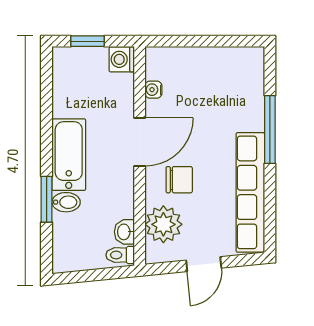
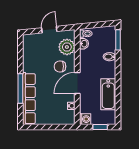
bathtub: (69, 155) -> (108, 94), moved
row of seats: (250, 192) -> (29, 99), moved
window: (47, 199) -> (118, 40), moved

